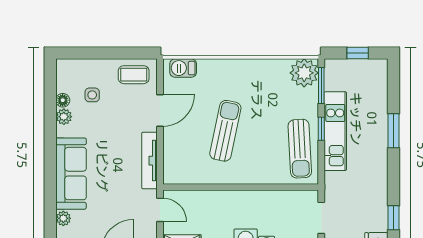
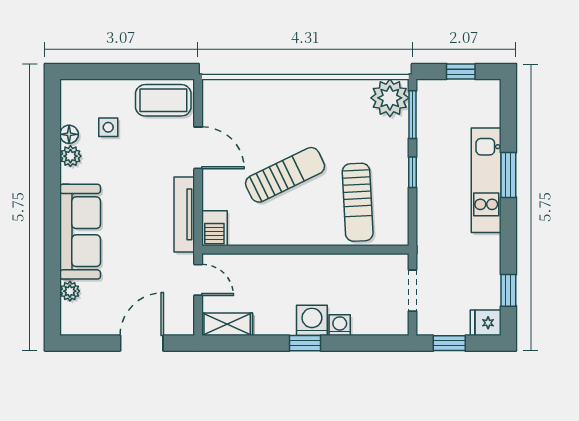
barbecue: (183, 68) -> (214, 228), moved, turned -90
coffee table: (134, 75) -> (163, 100), width x1.36, depth x1.30
door: (160, 110) -> (198, 148), hinge flipped
sun lounger: (225, 131) -> (285, 175), turned 52
kitchen unit: (335, 131) -> (486, 180), moved, turned 180
sun lounger: (300, 149) -> (358, 202), moved

